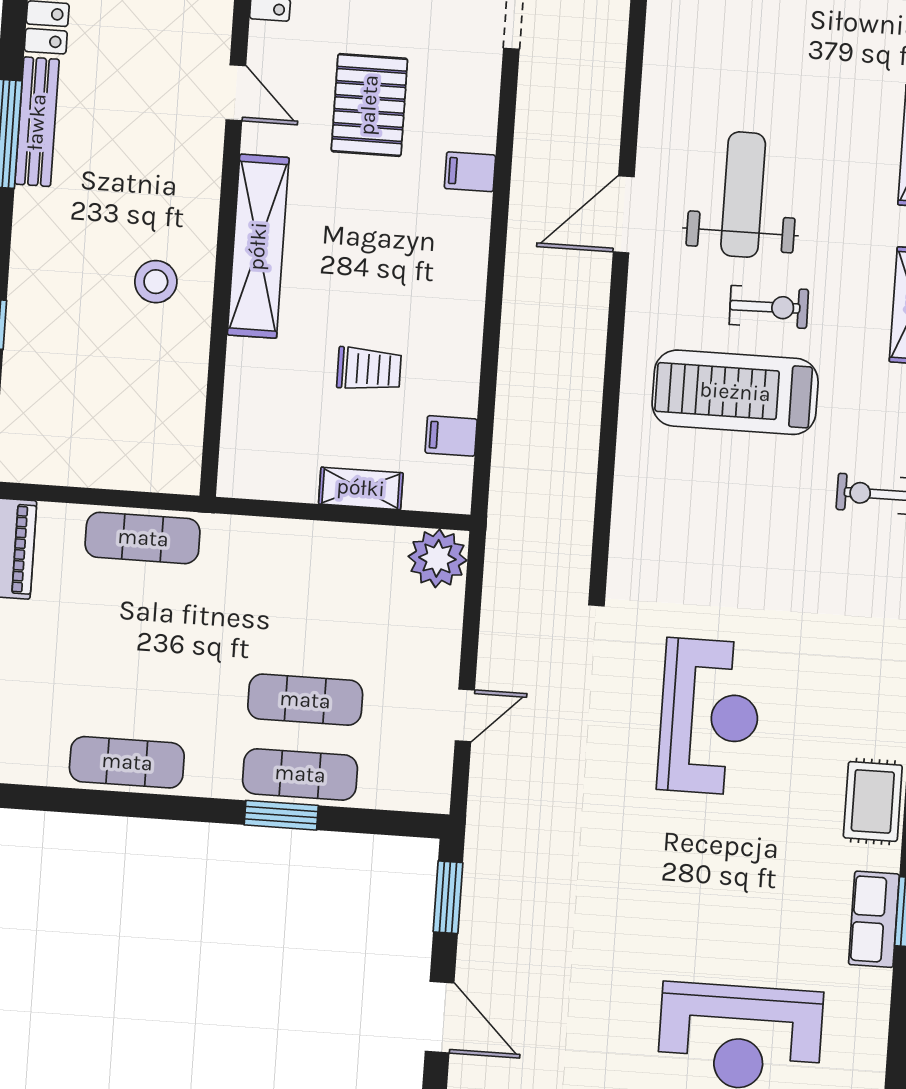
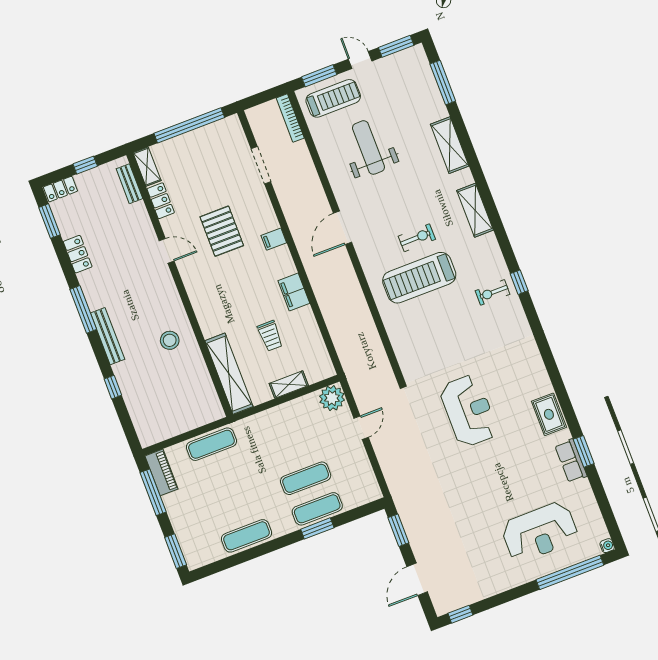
bench: (37, 122) -> (108, 336), moved
weight bench: (743, 195) -> (368, 147), moved
shelving: (258, 246) -> (229, 374), moved
trolley: (369, 369) -> (270, 336), turned 90
filing cabinet: (451, 436) -> (294, 292), moved, width x2.00
door: (465, 715) -> (361, 428), moved
door: (440, 1017) -> (417, 579), swing flipped

